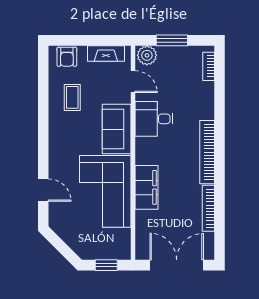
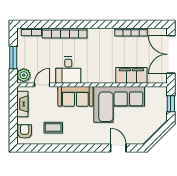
armchair: (67, 57) -> (25, 131), turned -90
bookcase: (207, 152) -> (65, 33), moved
filing cabinet: (147, 187) -> (131, 75), moved
door: (43, 190) -> (118, 148), hinge flipped

